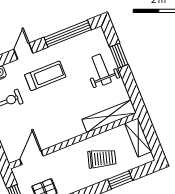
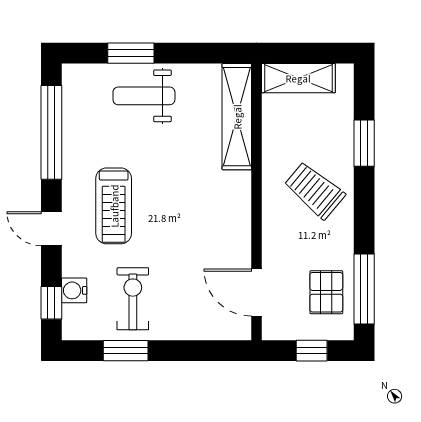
treadmill: (45, 76) -> (114, 206), turned 180
trolley: (102, 159) -> (315, 190), moved, turned -66

